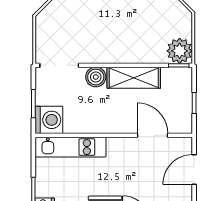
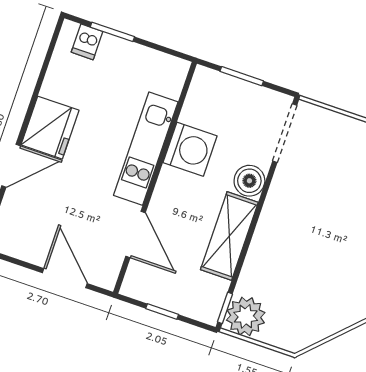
washing machine: (49, 120) -> (190, 149), moved, turned -90
door: (153, 135) -> (136, 235), hinge flipped
kitchen unit: (71, 147) -> (146, 149), moved

